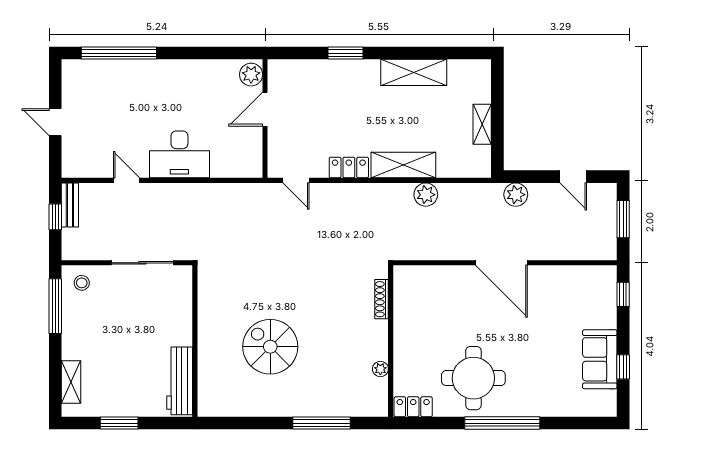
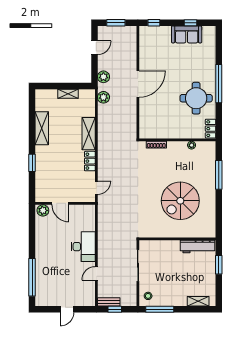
plant: (426, 195) -> (103, 97), moved
spiral stairs: (270, 347) -> (180, 201), width x1.37, depth x1.37
window: (119, 423) -> (219, 265), moved

